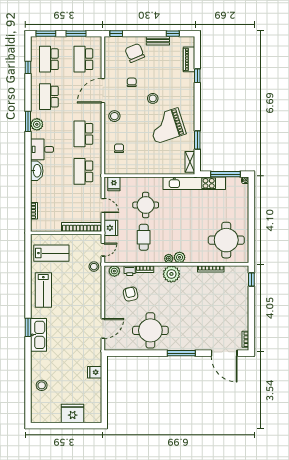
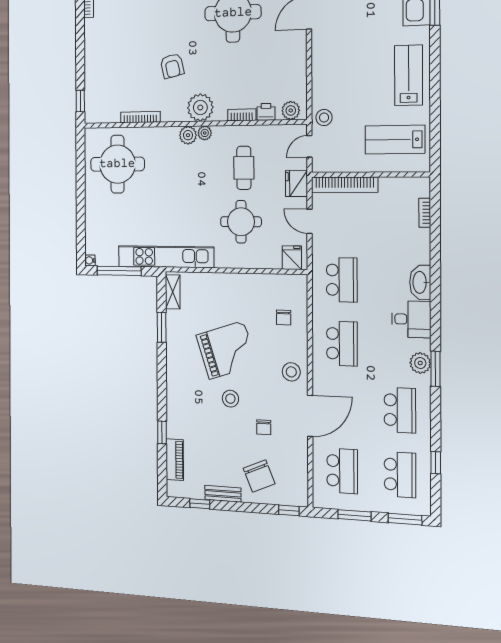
grand piano: (167, 126) -> (226, 350), moved
armchair: (131, 294) -> (172, 66), moved

